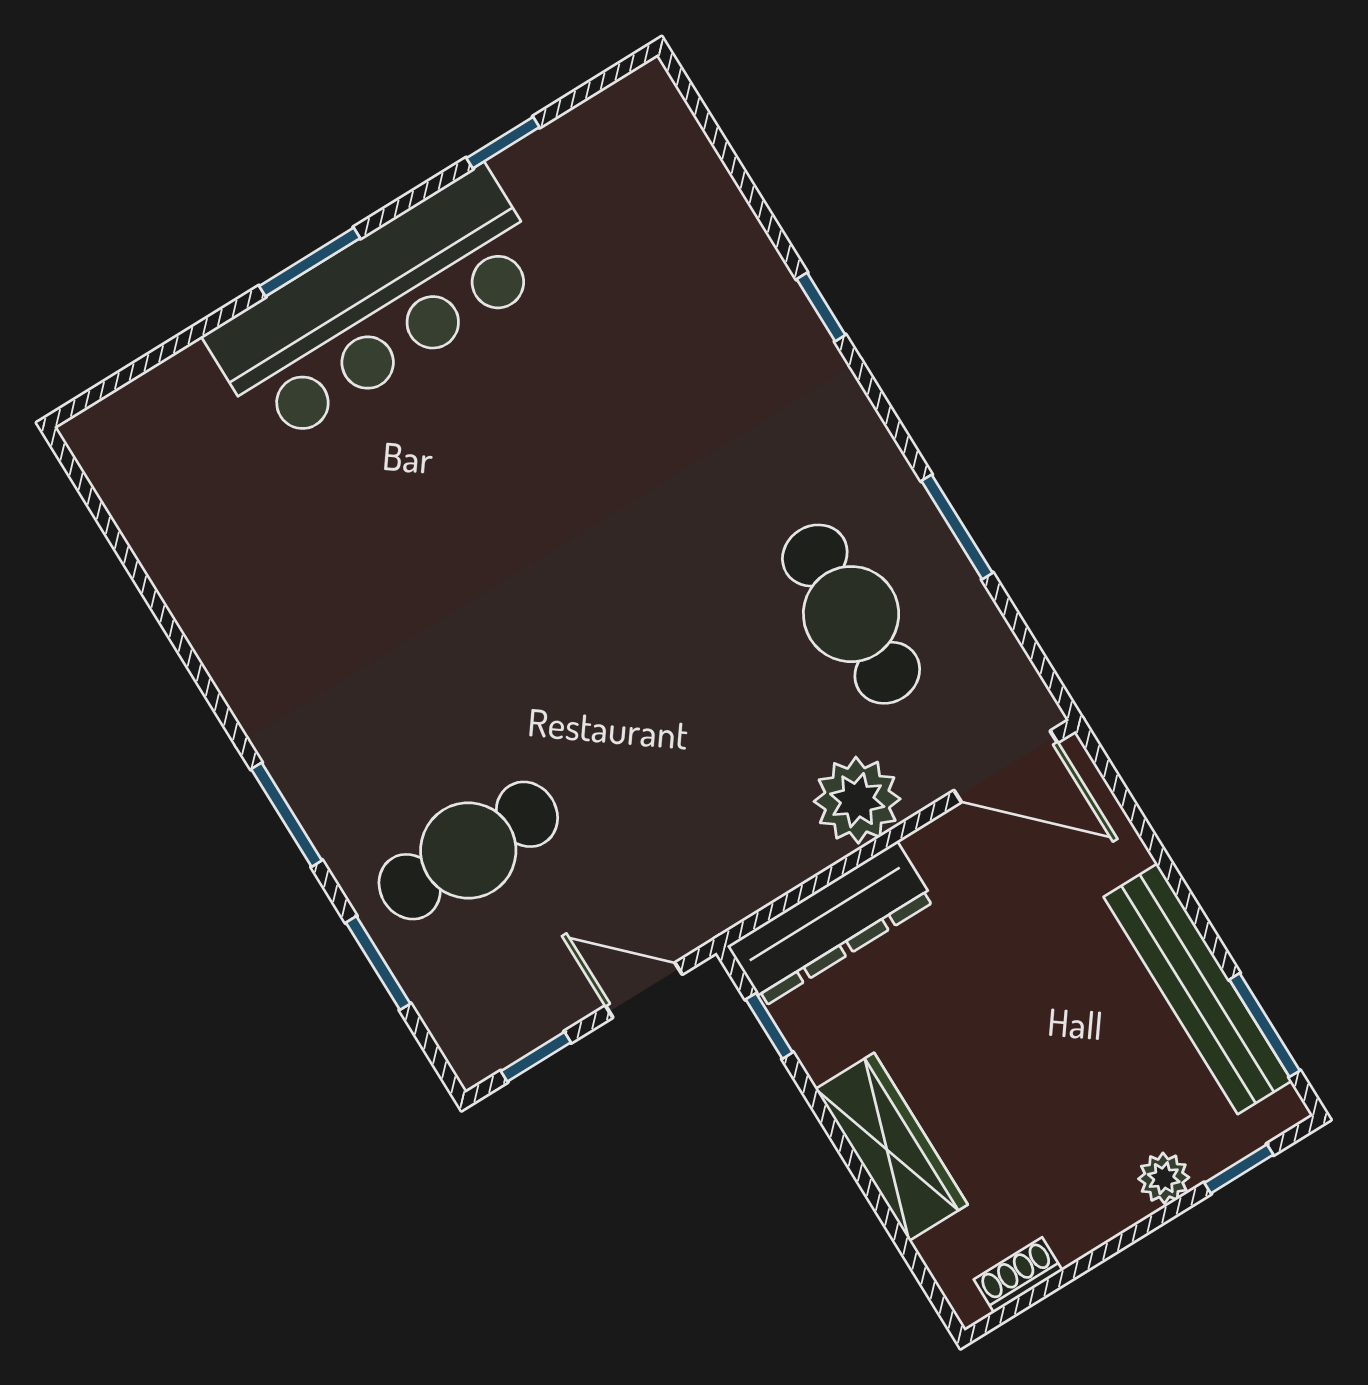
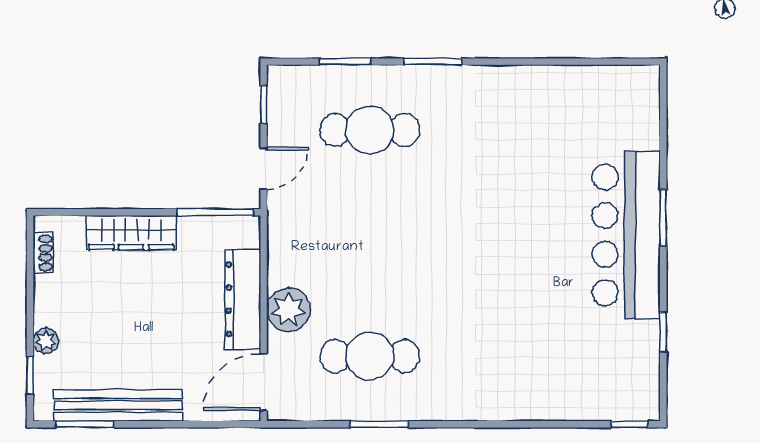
window: (821, 307) -> (629, 424), moved
cafe table: (468, 850) -> (370, 130), turned 90
dresser: (831, 924) -> (243, 299), moved
window: (769, 1026) -> (215, 212), width x2.17

